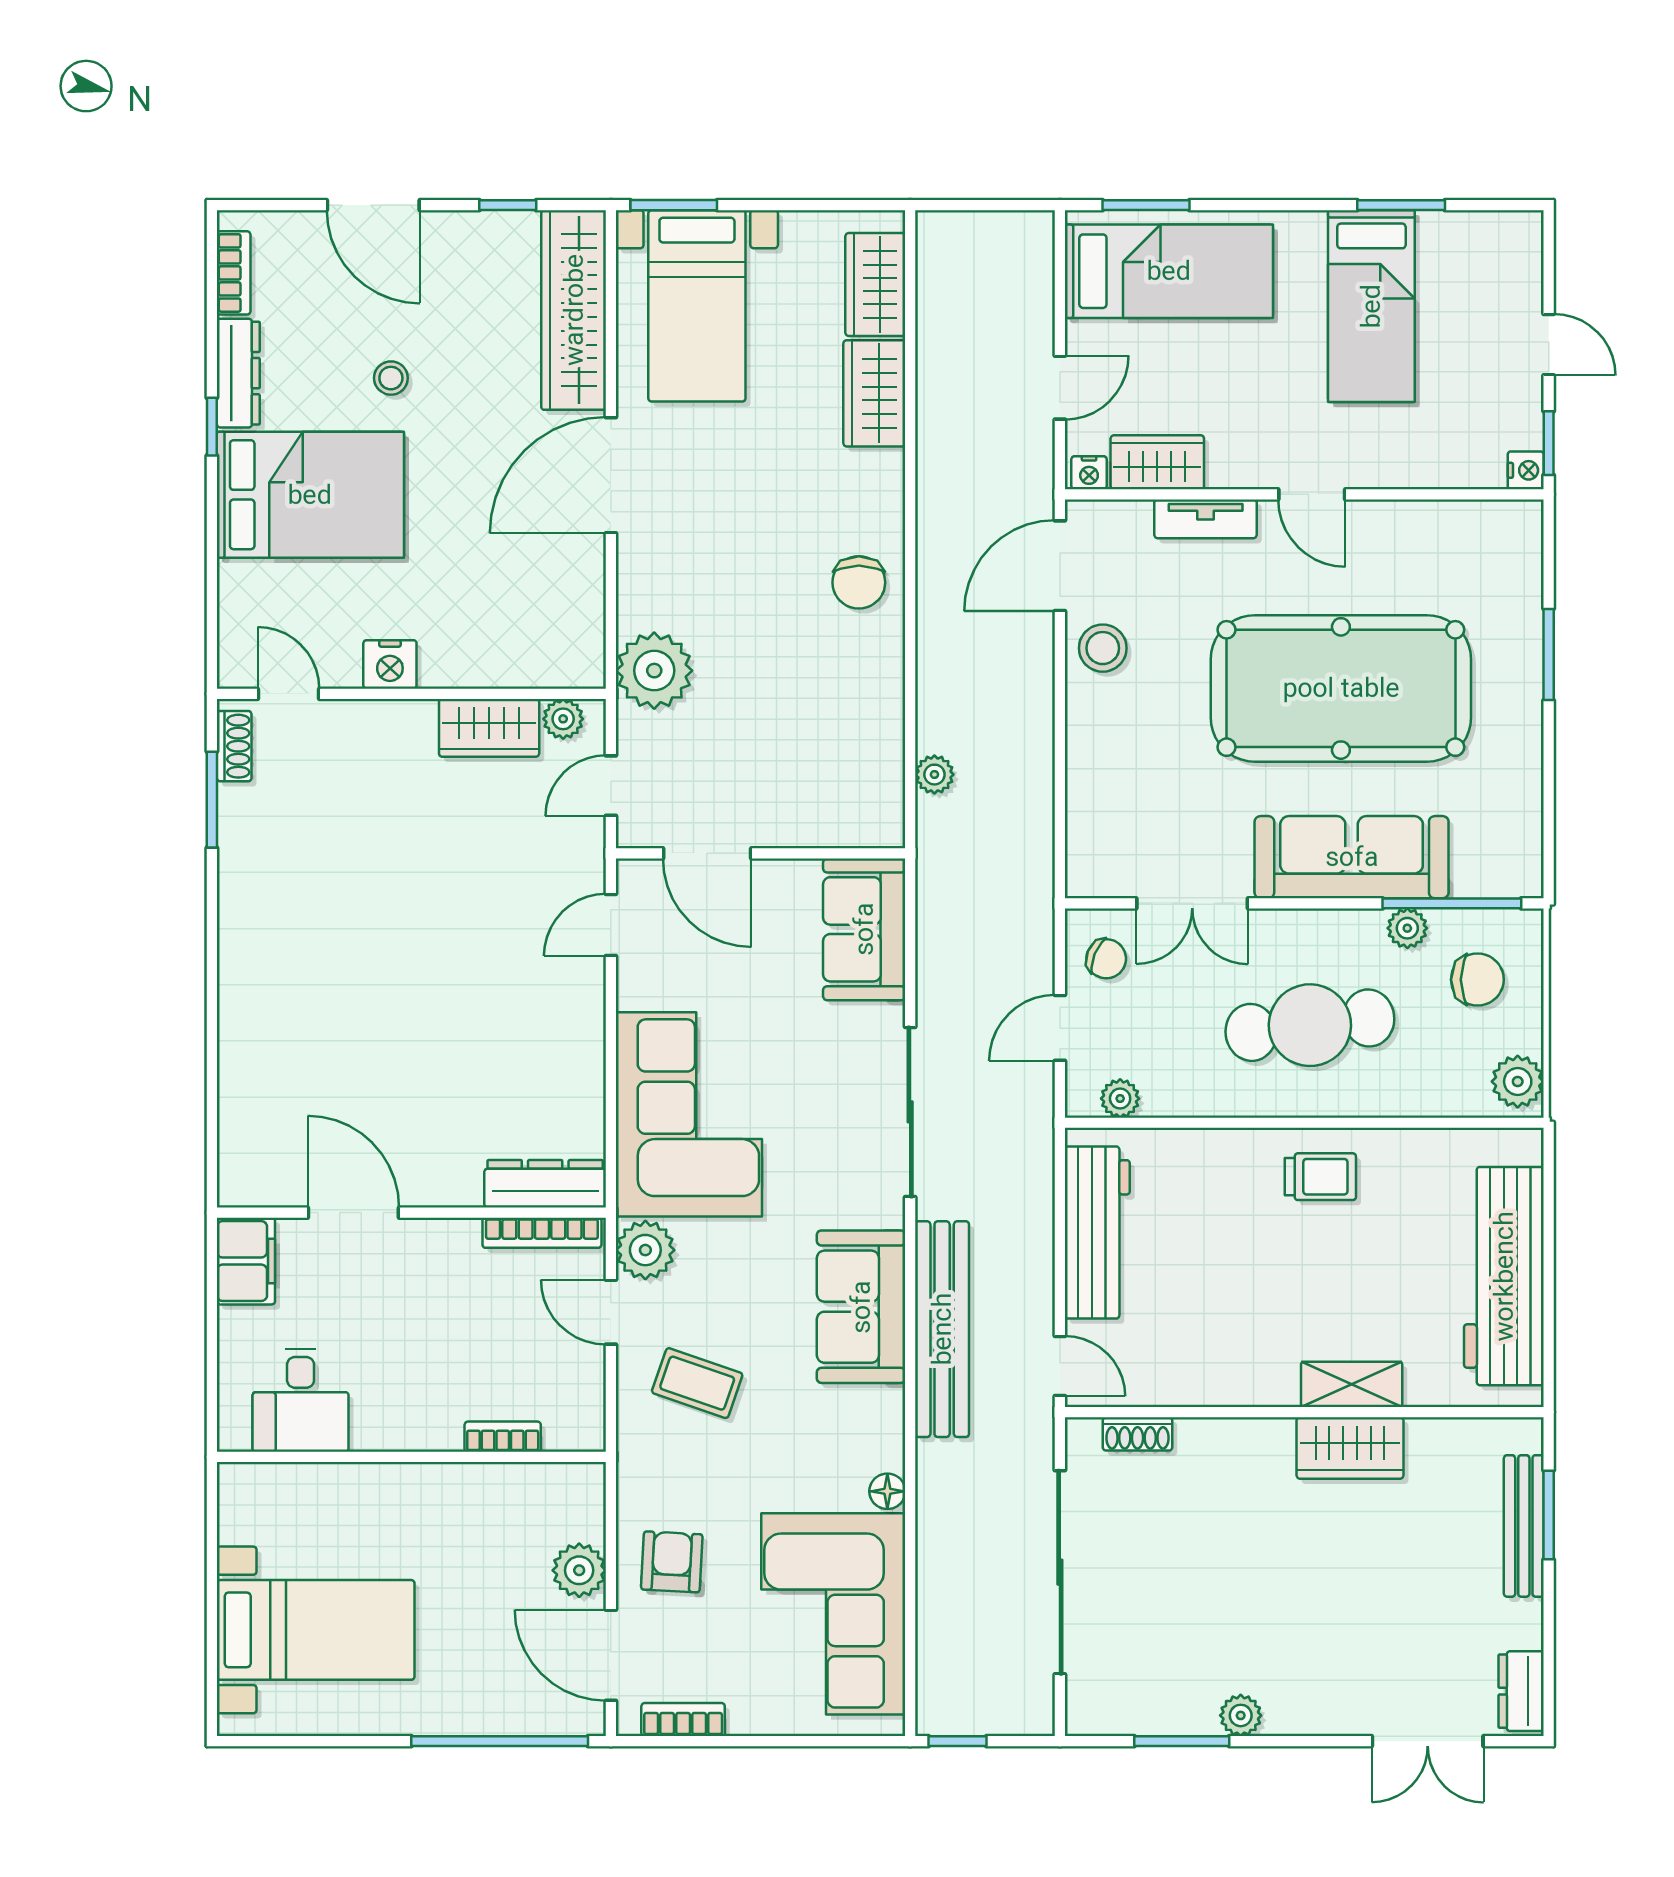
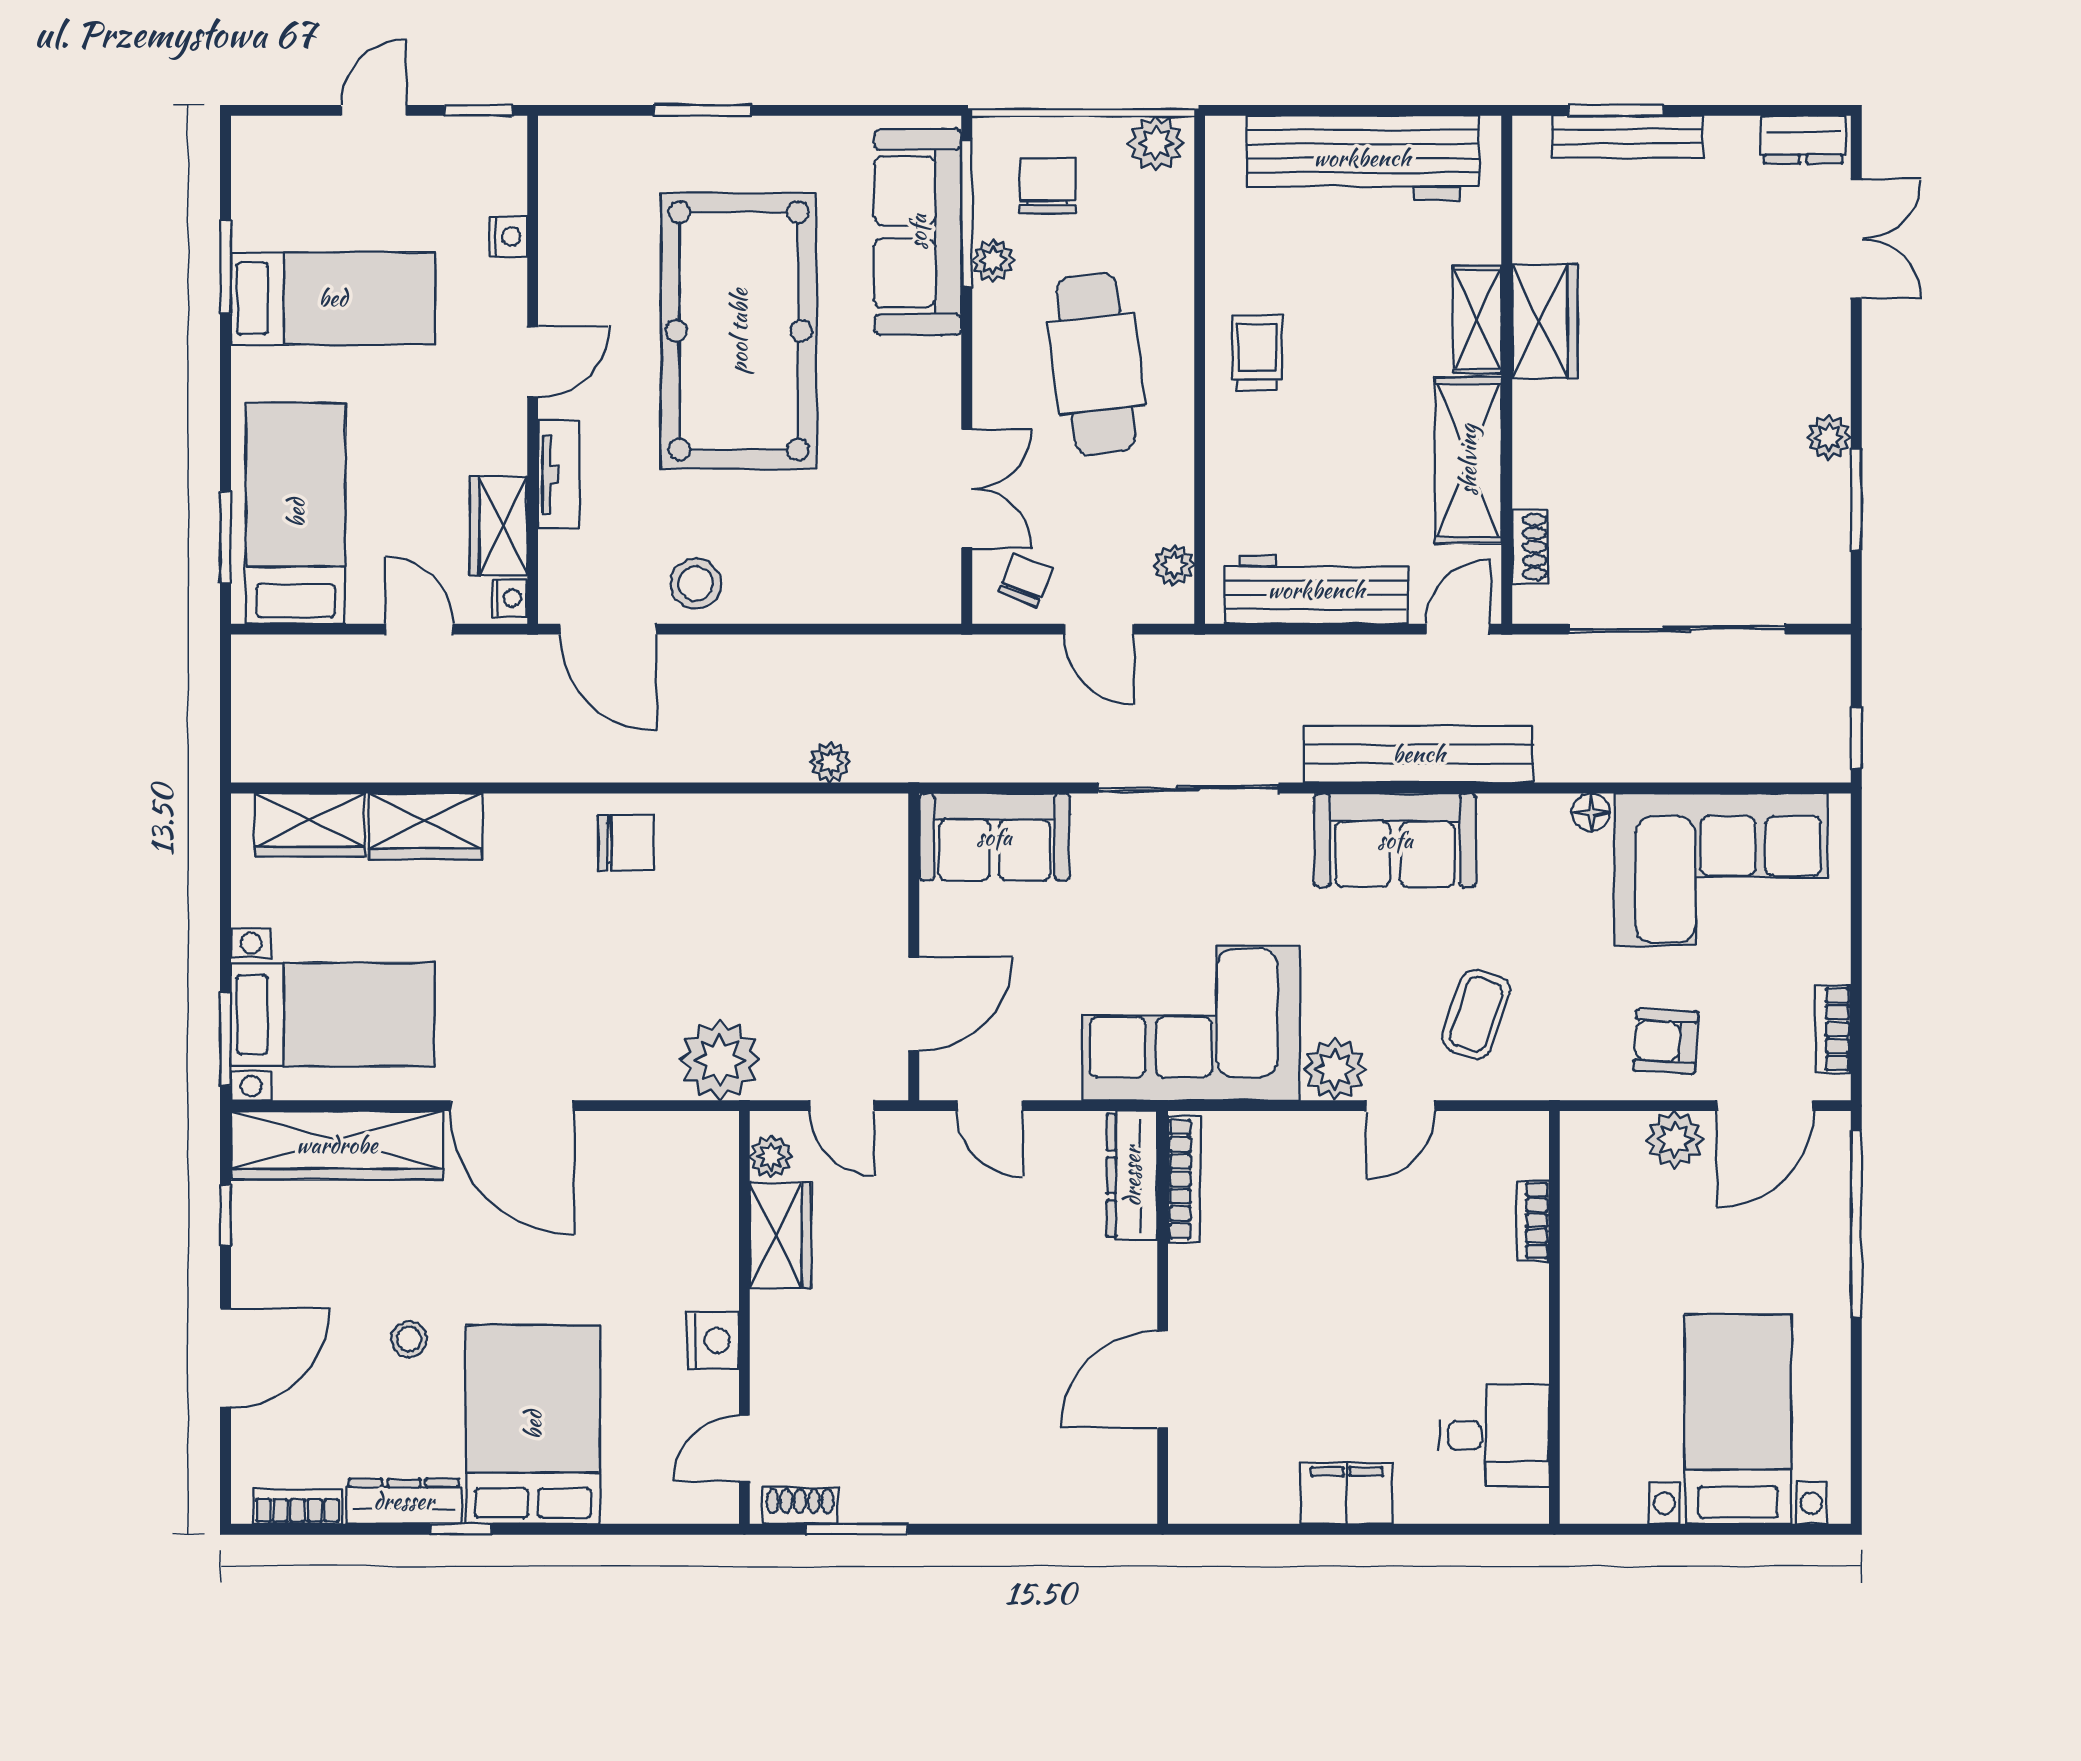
nightstand: (1526, 470) -> (508, 236), moved, turned 90
sofa: (1352, 857) -> (918, 232), moved
dresser: (545, 1184) -> (1132, 1176), moved
door: (353, 1213) -> (1163, 1379), moved
wall: (411, 1213) -> (1163, 1317), moved
bookcase: (542, 1233) -> (1184, 1179), moved
shelving: (1219, 1376) -> (1468, 460), added

